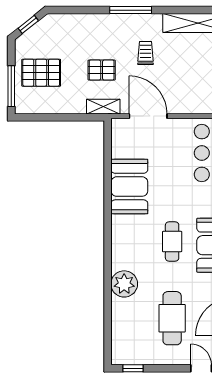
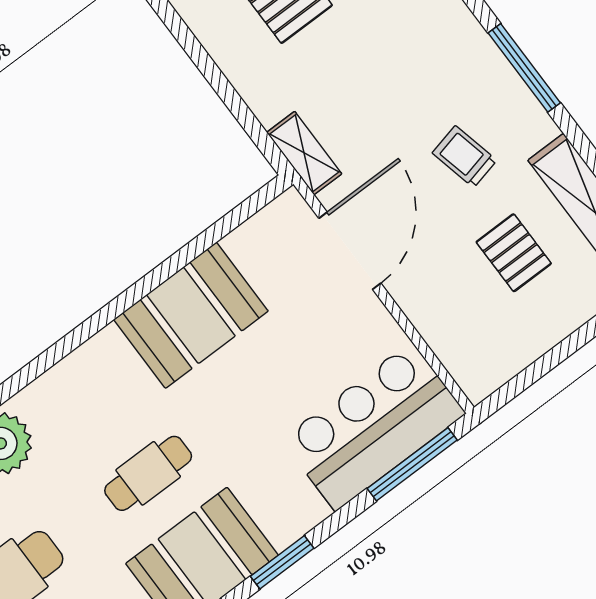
trolley: (145, 53) -> (465, 157), turned -103
pallet: (102, 70) -> (514, 253), moved

